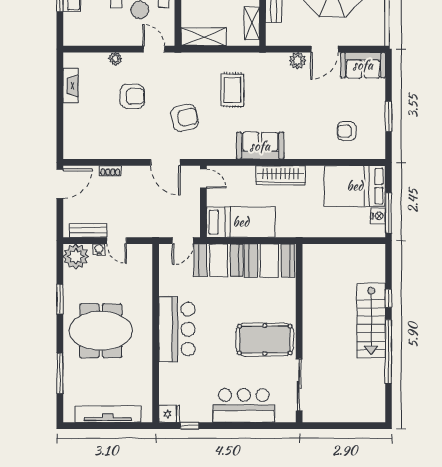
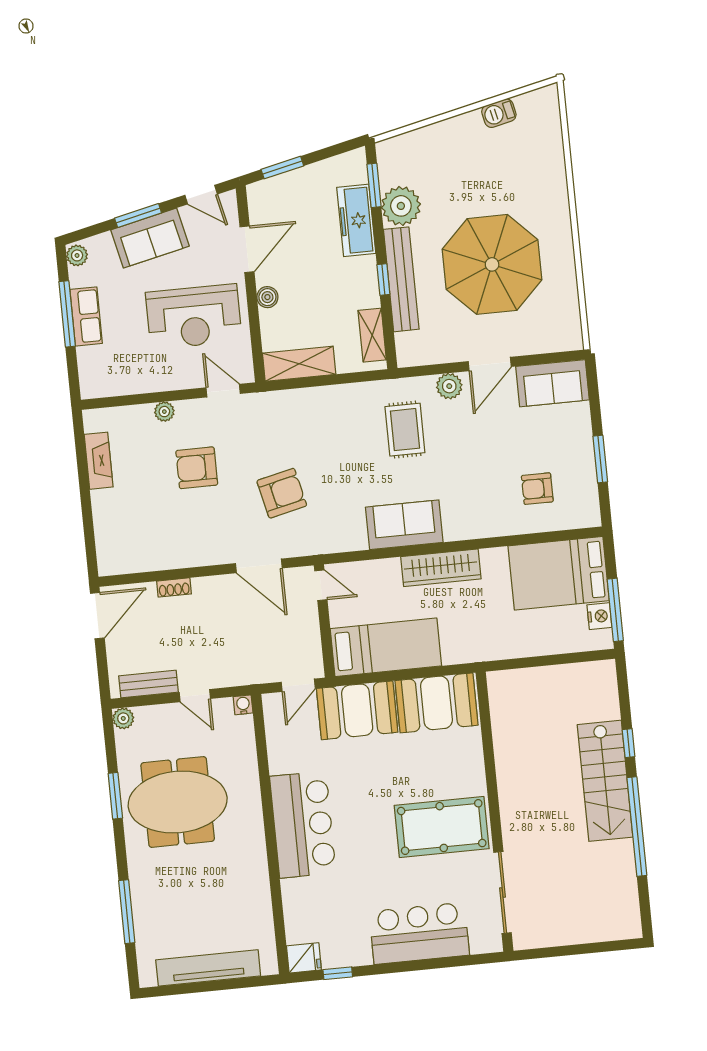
rug: (232, 90) -> (405, 430), moved
armchair: (132, 96) -> (197, 468), turned 180
water cooler: (99, 250) -> (243, 705), moved
plant: (76, 256) -> (123, 718), width x0.53, depth x0.53
meeting table: (101, 331) -> (178, 802), moved

